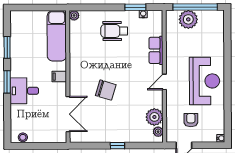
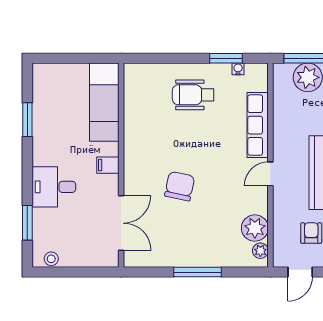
plant: (74, 15) -> (131, 71), removed
row of seats: (156, 50) -> (258, 125), width x1.48
window: (7, 82) -> (27, 223), moved
chair: (106, 90) -> (180, 186), turned -95
window: (117, 146) -> (197, 272), width x2.17

